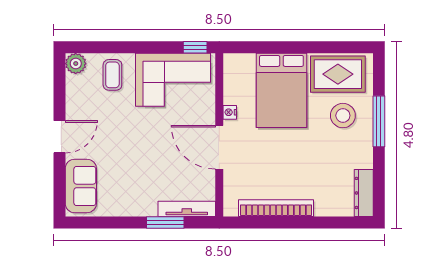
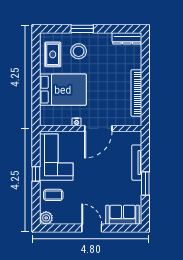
window: (195, 47) -> (36, 174), moved
rug: (338, 74) -> (53, 54), width x0.73, depth x0.70
window: (379, 121) -> (82, 29), width x0.69
tv unit: (187, 209) -> (137, 163), moved
window: (165, 223) -> (145, 184), moved

